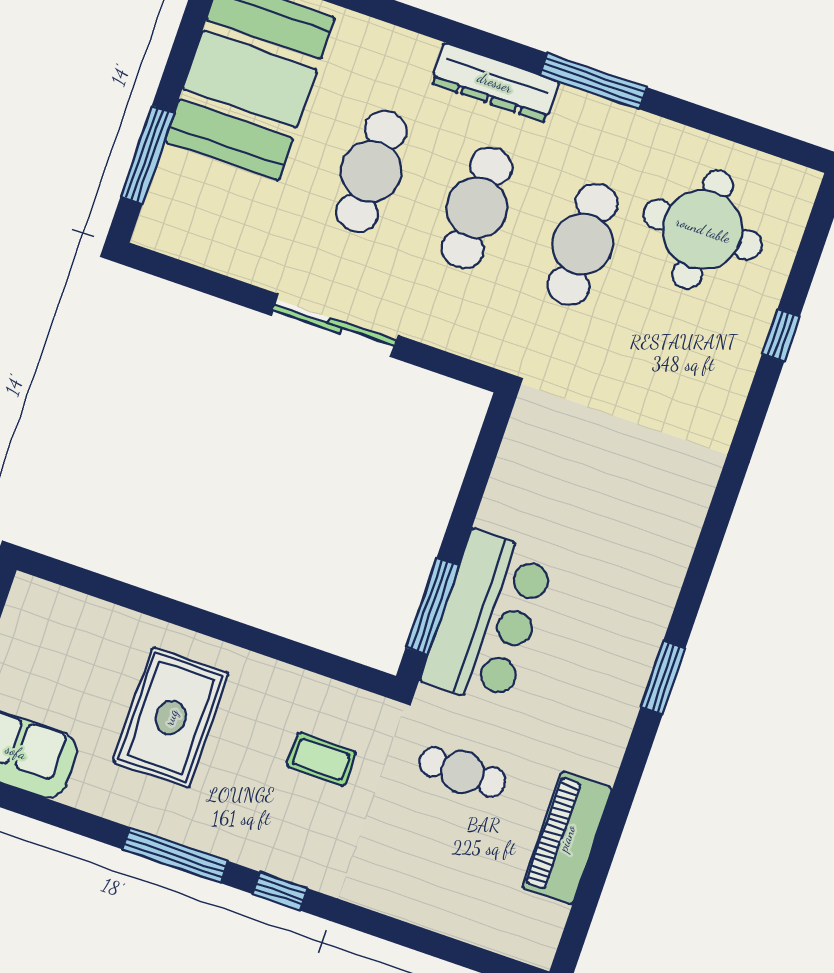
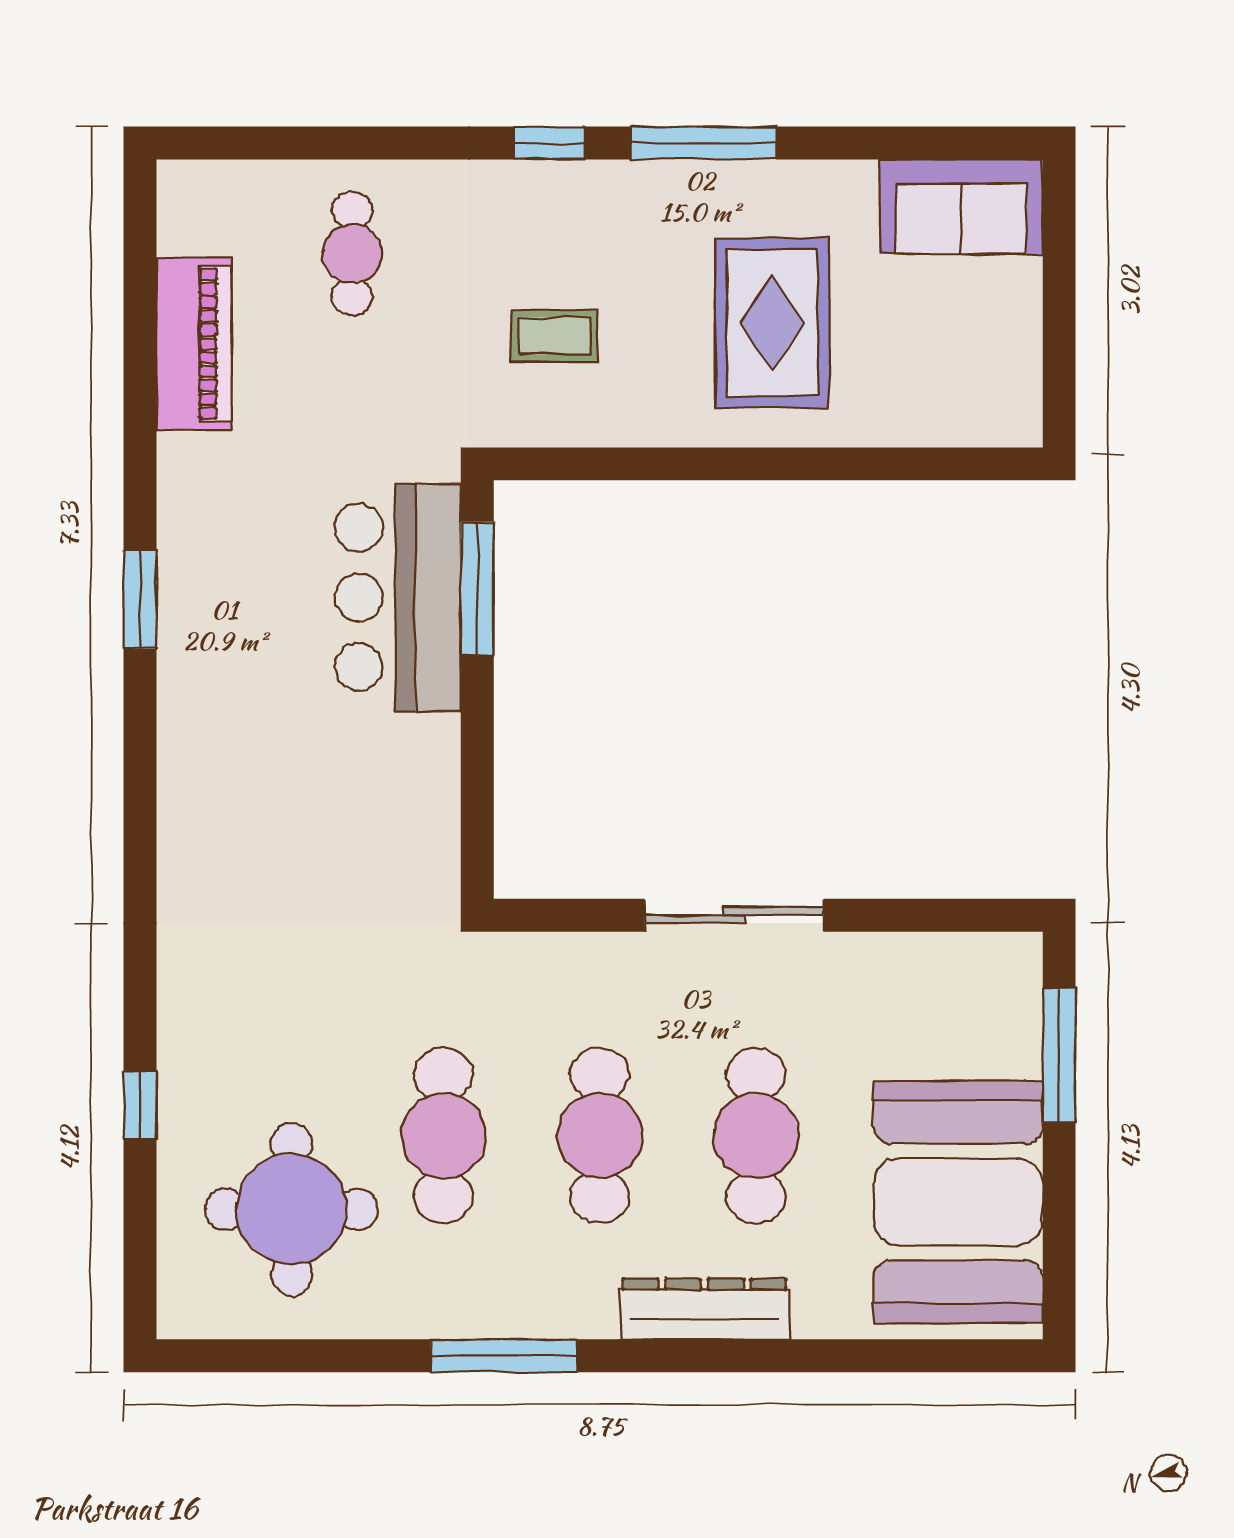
dresser: (495, 83) -> (705, 1309), moved
cafe table: (462, 772) -> (352, 254), moved, turned 90

